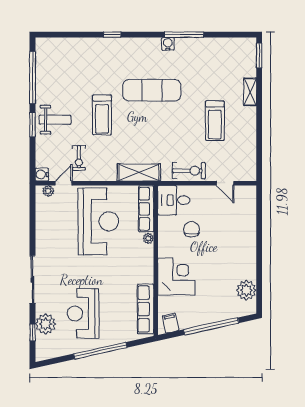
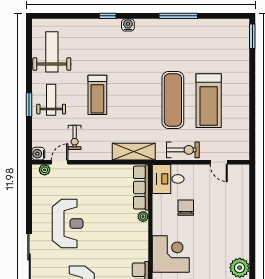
water cooler: (168, 44) -> (128, 25), moved
weight bench: (56, 71) -> (52, 52), added
window: (33, 78) -> (29, 58), removed
exercise mat: (152, 90) -> (173, 100), moved, turned 90
shelving: (250, 92) -> (243, 72), removed
weight bench: (55, 120) -> (51, 100), turned -90
treadmill: (215, 121) -> (209, 101), width x1.37, depth x1.38
reception desk: (98, 221) -> (68, 224), moved, width x0.74, depth x0.77

